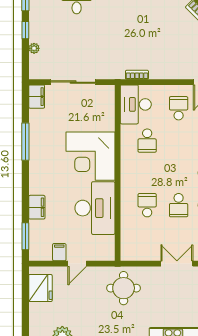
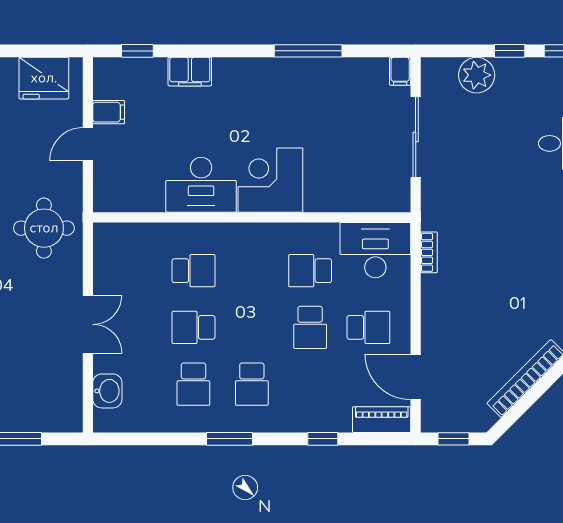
plant: (34, 48) -> (477, 75), width x1.88, depth x1.88
filing cabinet: (37, 97) -> (400, 71), width x0.50
school desk: (179, 141) -> (310, 327), added
corner desk: (91, 156) -> (270, 180), width x0.74, depth x0.74
desk: (95, 208) -> (201, 185), width x0.73, depth x0.77
window: (25, 236) -> (137, 51), width x0.67
door: (77, 264) -> (88, 144), hinge flipped

